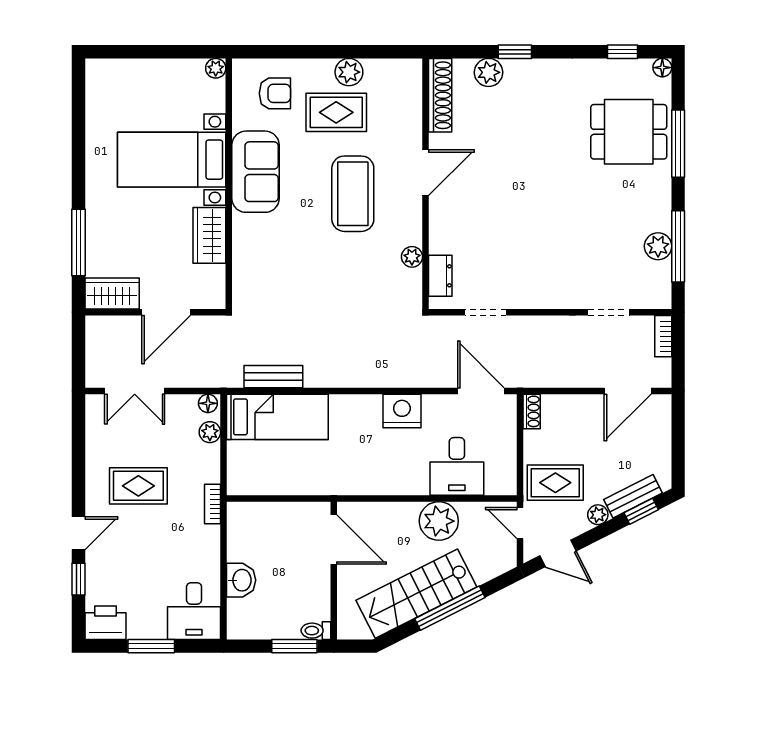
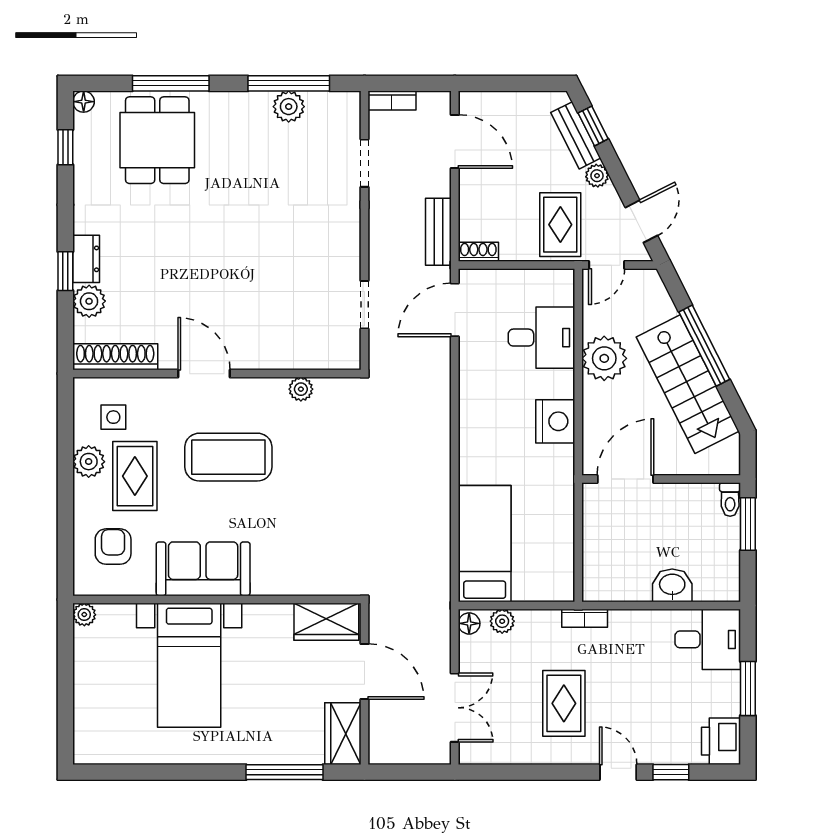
side table: (388, 94) -> (113, 417), added
wardrobe: (209, 235) -> (326, 622), moved
dresser: (440, 276) -> (86, 259), moved, turned 90
bench: (273, 377) -> (438, 232), moved
nightstand: (402, 411) -> (555, 421), moved, turned 180

